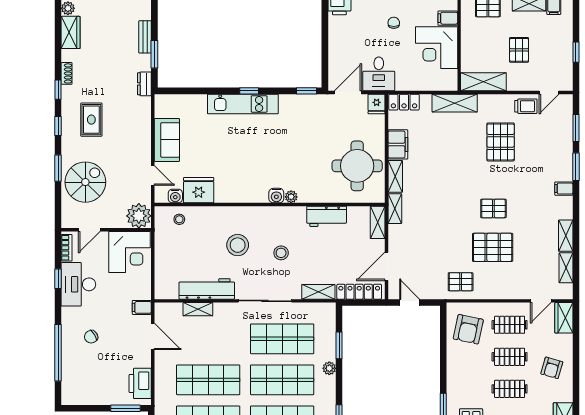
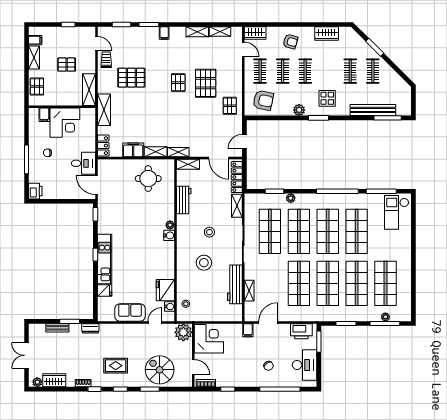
fridge: (377, 104) -> (105, 291), moved
round table: (357, 166) -> (148, 179), width x0.73, depth x0.73
desk: (78, 284) -> (305, 365), moved, turned -90
plant: (455, 380) -> (299, 110), added

